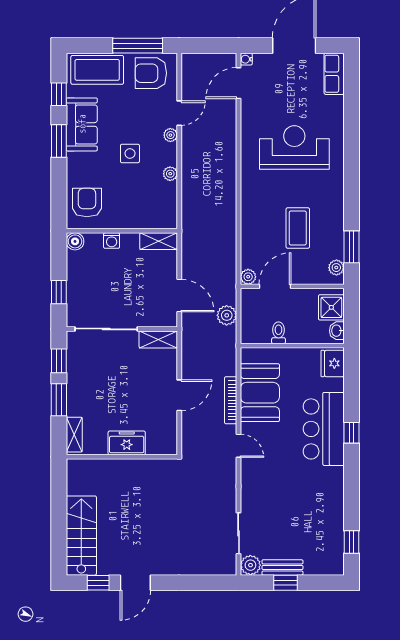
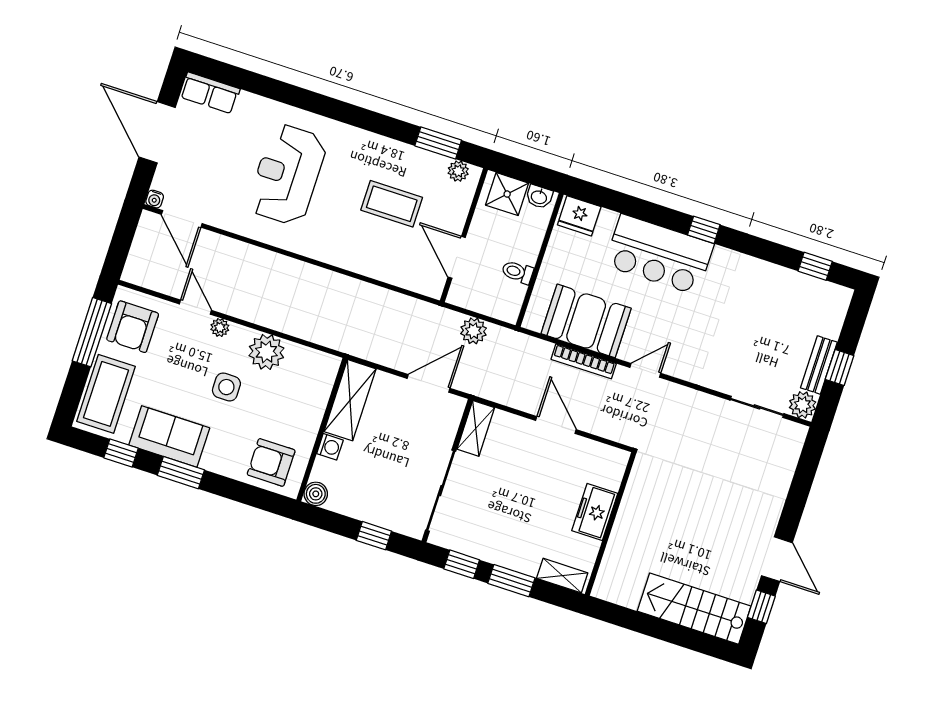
plant: (170, 174) -> (266, 352), width x1.87, depth x1.87
shelving: (159, 241) -> (350, 400), width x1.50, depth x1.33
plant: (248, 277) -> (433, 287), removed
window: (351, 433) -> (704, 230), moved

